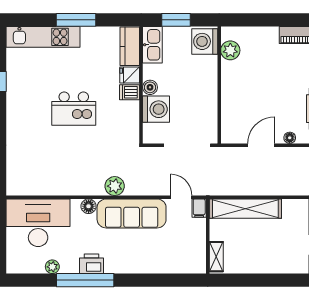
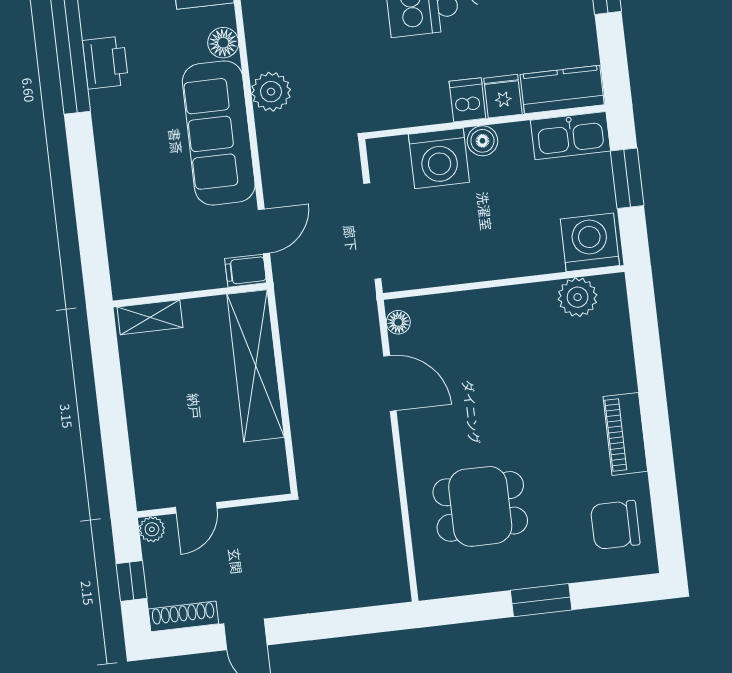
floor lamp: (290, 138) -> (398, 322), moved

